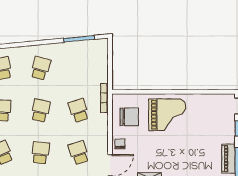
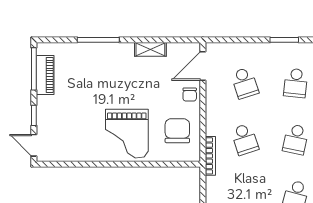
grand piano: (167, 115) -> (127, 134), turned -90
chair: (129, 117) -> (177, 131), turned 90

